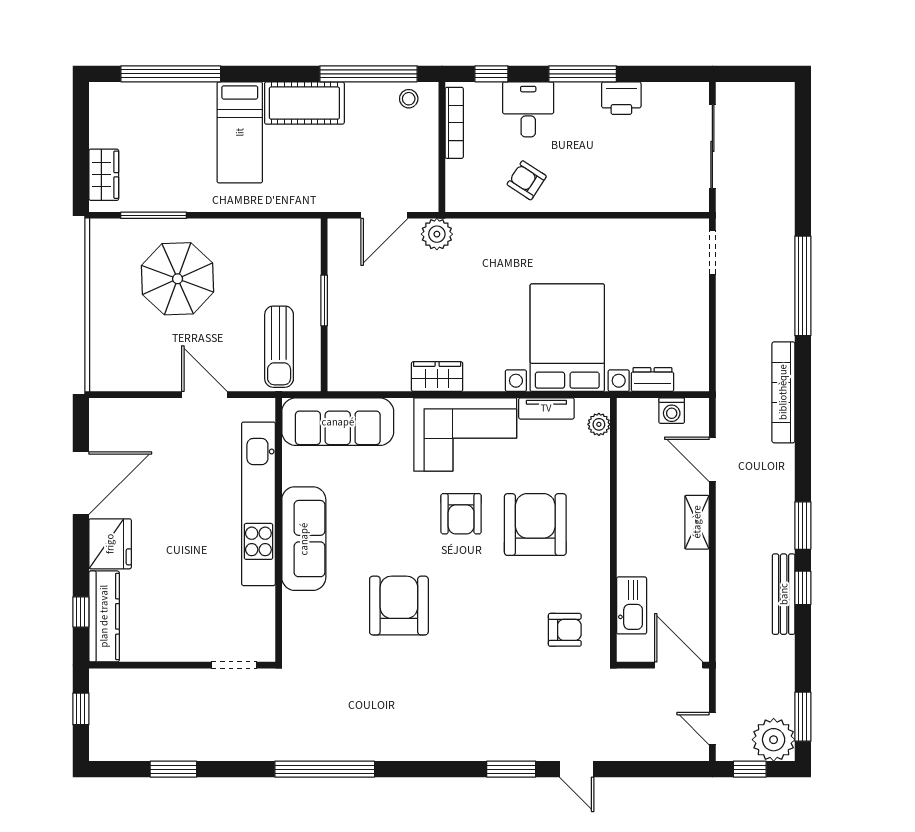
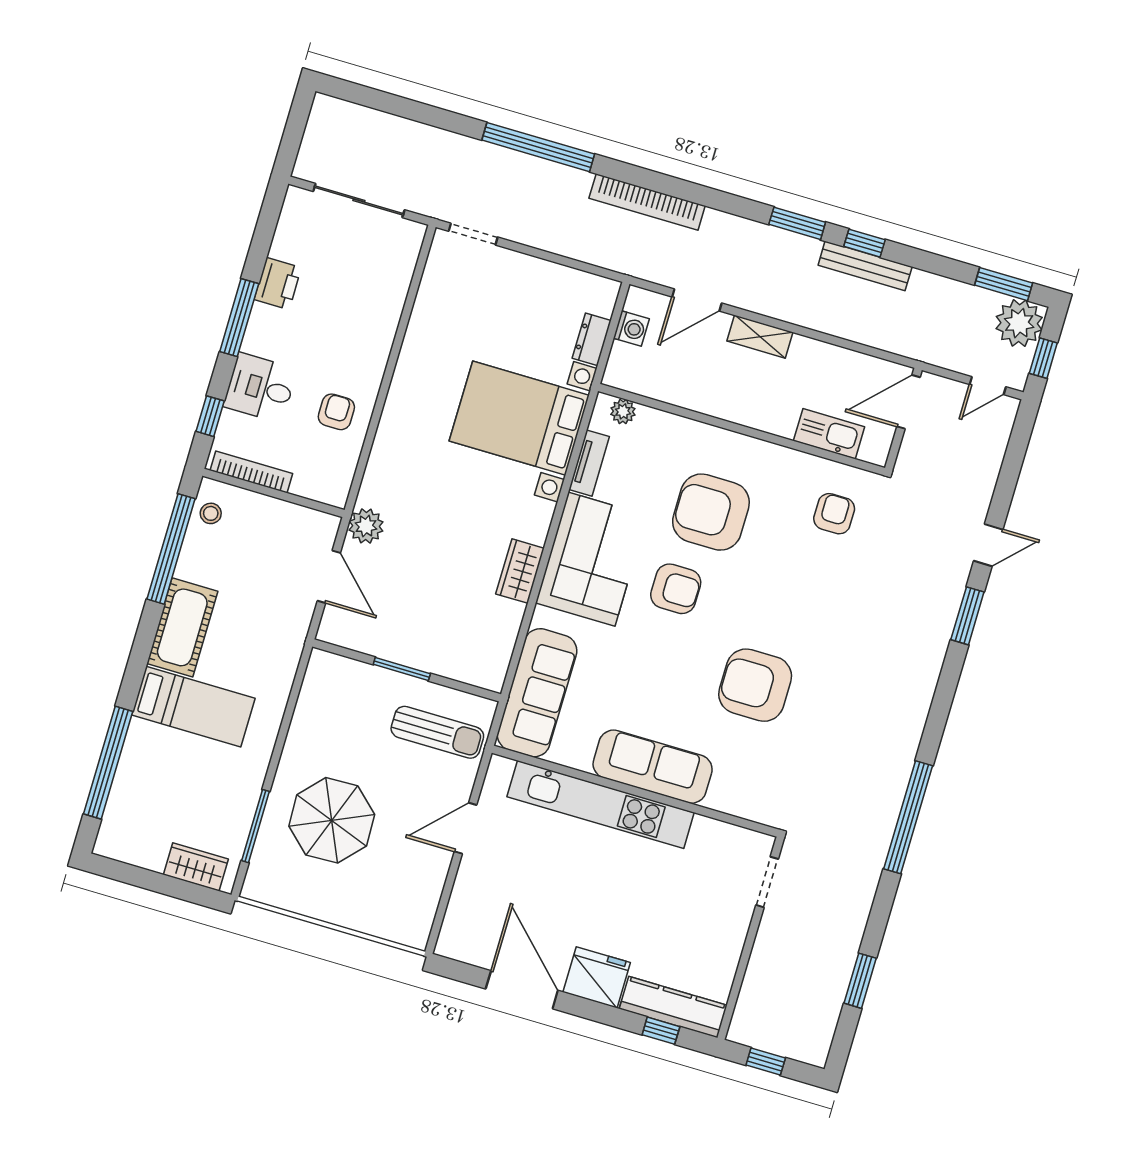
armchair: (527, 180) -> (336, 412), turned 147

